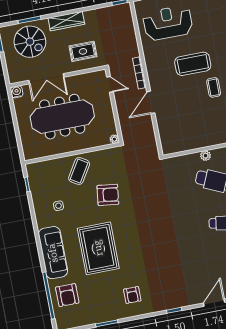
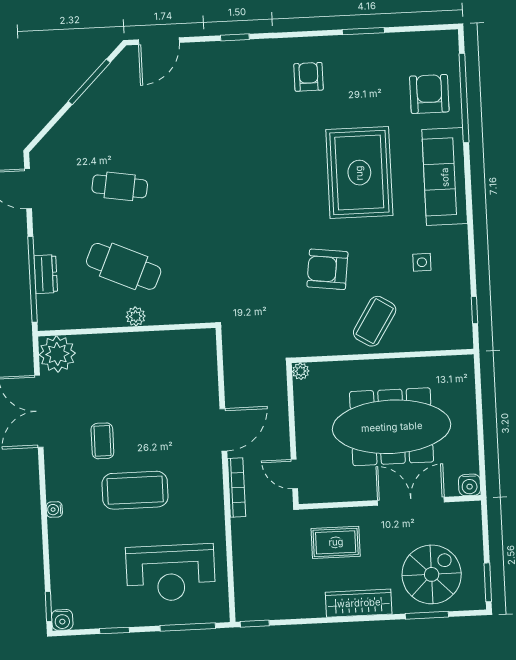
spiral stairs: (30, 42) -> (432, 574), turned 90

